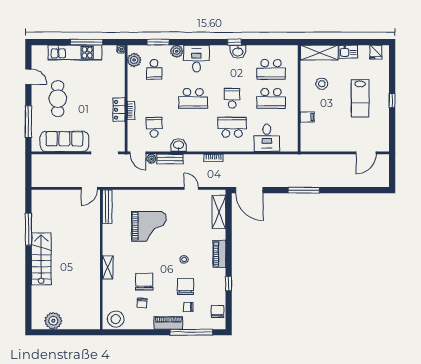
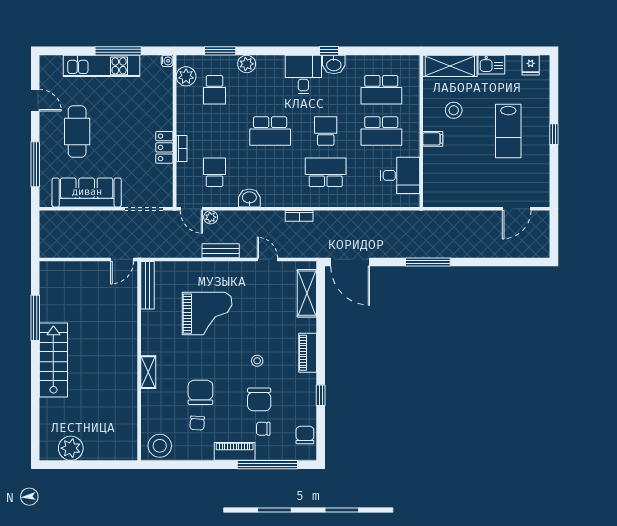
desk: (196, 59) -> (303, 74), moved
filing cabinet: (307, 117) -> (433, 139), moved
desk: (267, 138) -> (400, 175), moved, turned -90
bench: (170, 159) -> (221, 251), moved
chair: (185, 287) -> (259, 399), turned 180

